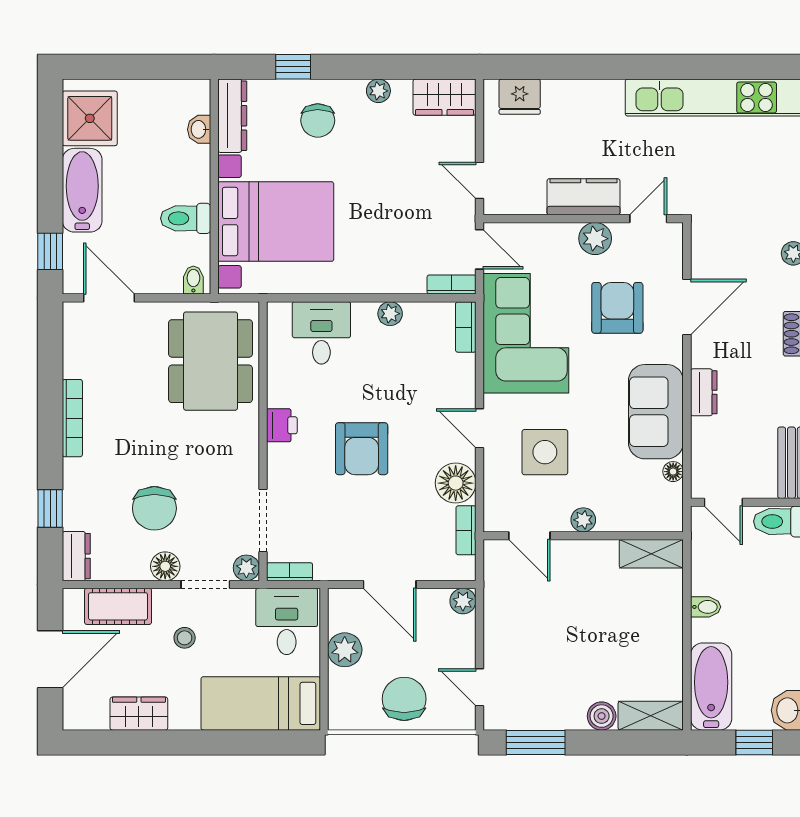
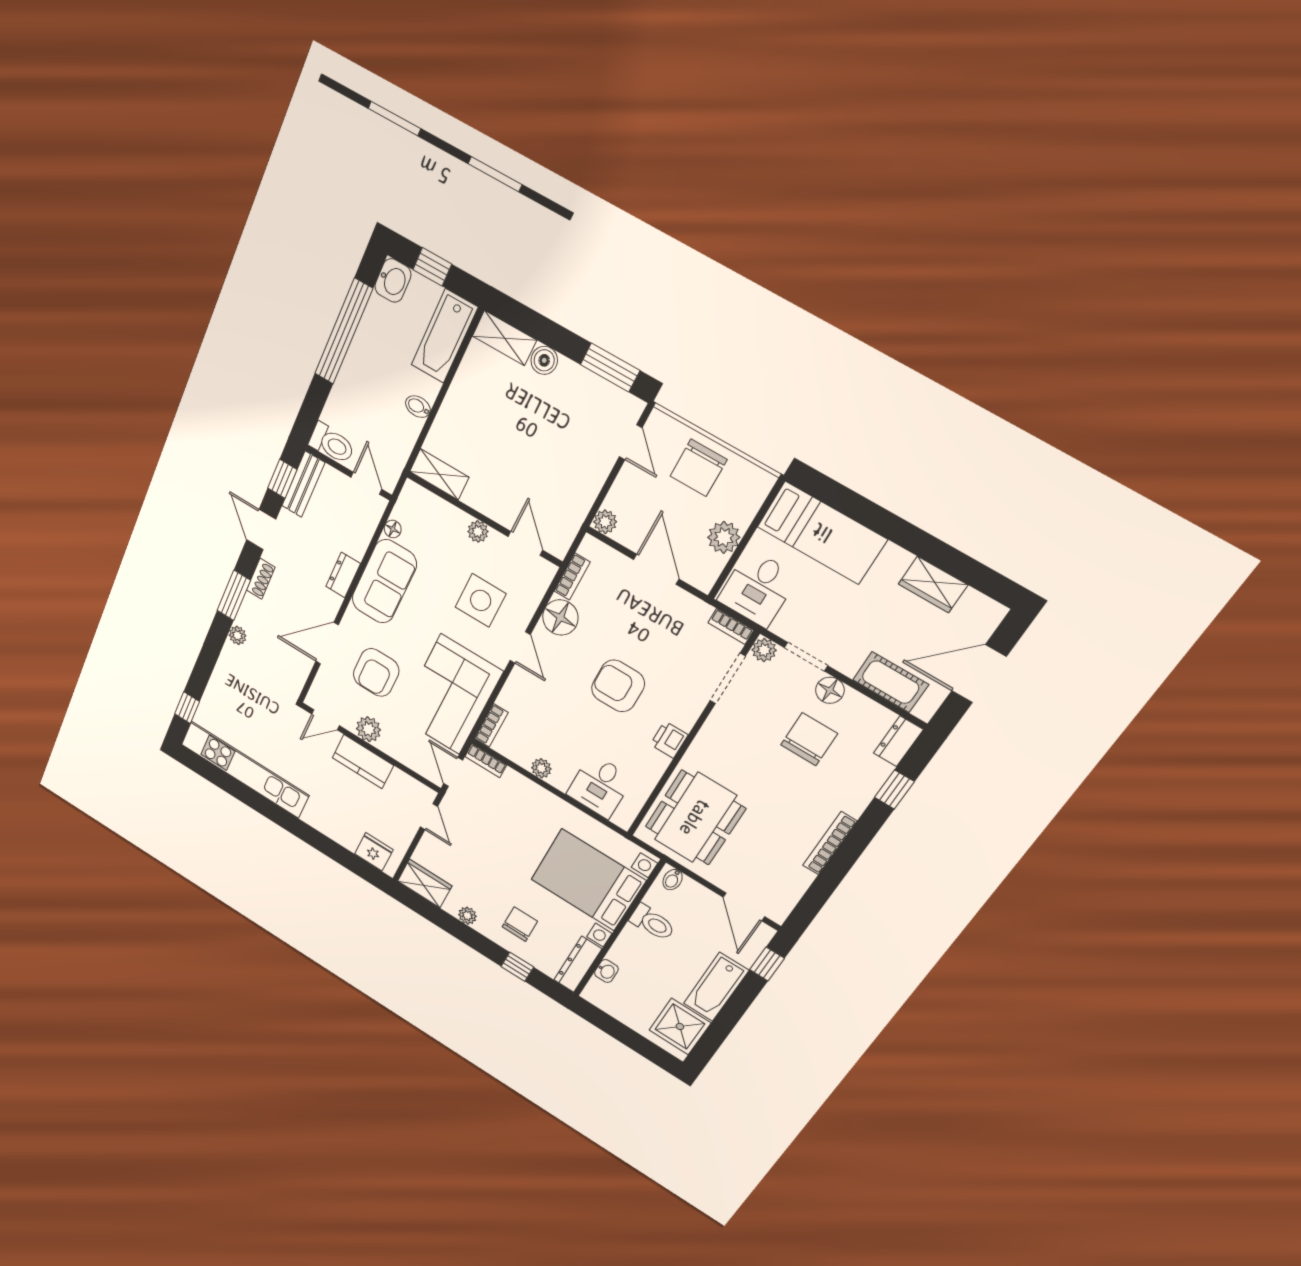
armchair: (362, 449) -> (618, 686), turned -90
stool: (185, 638) -> (851, 624), removed

